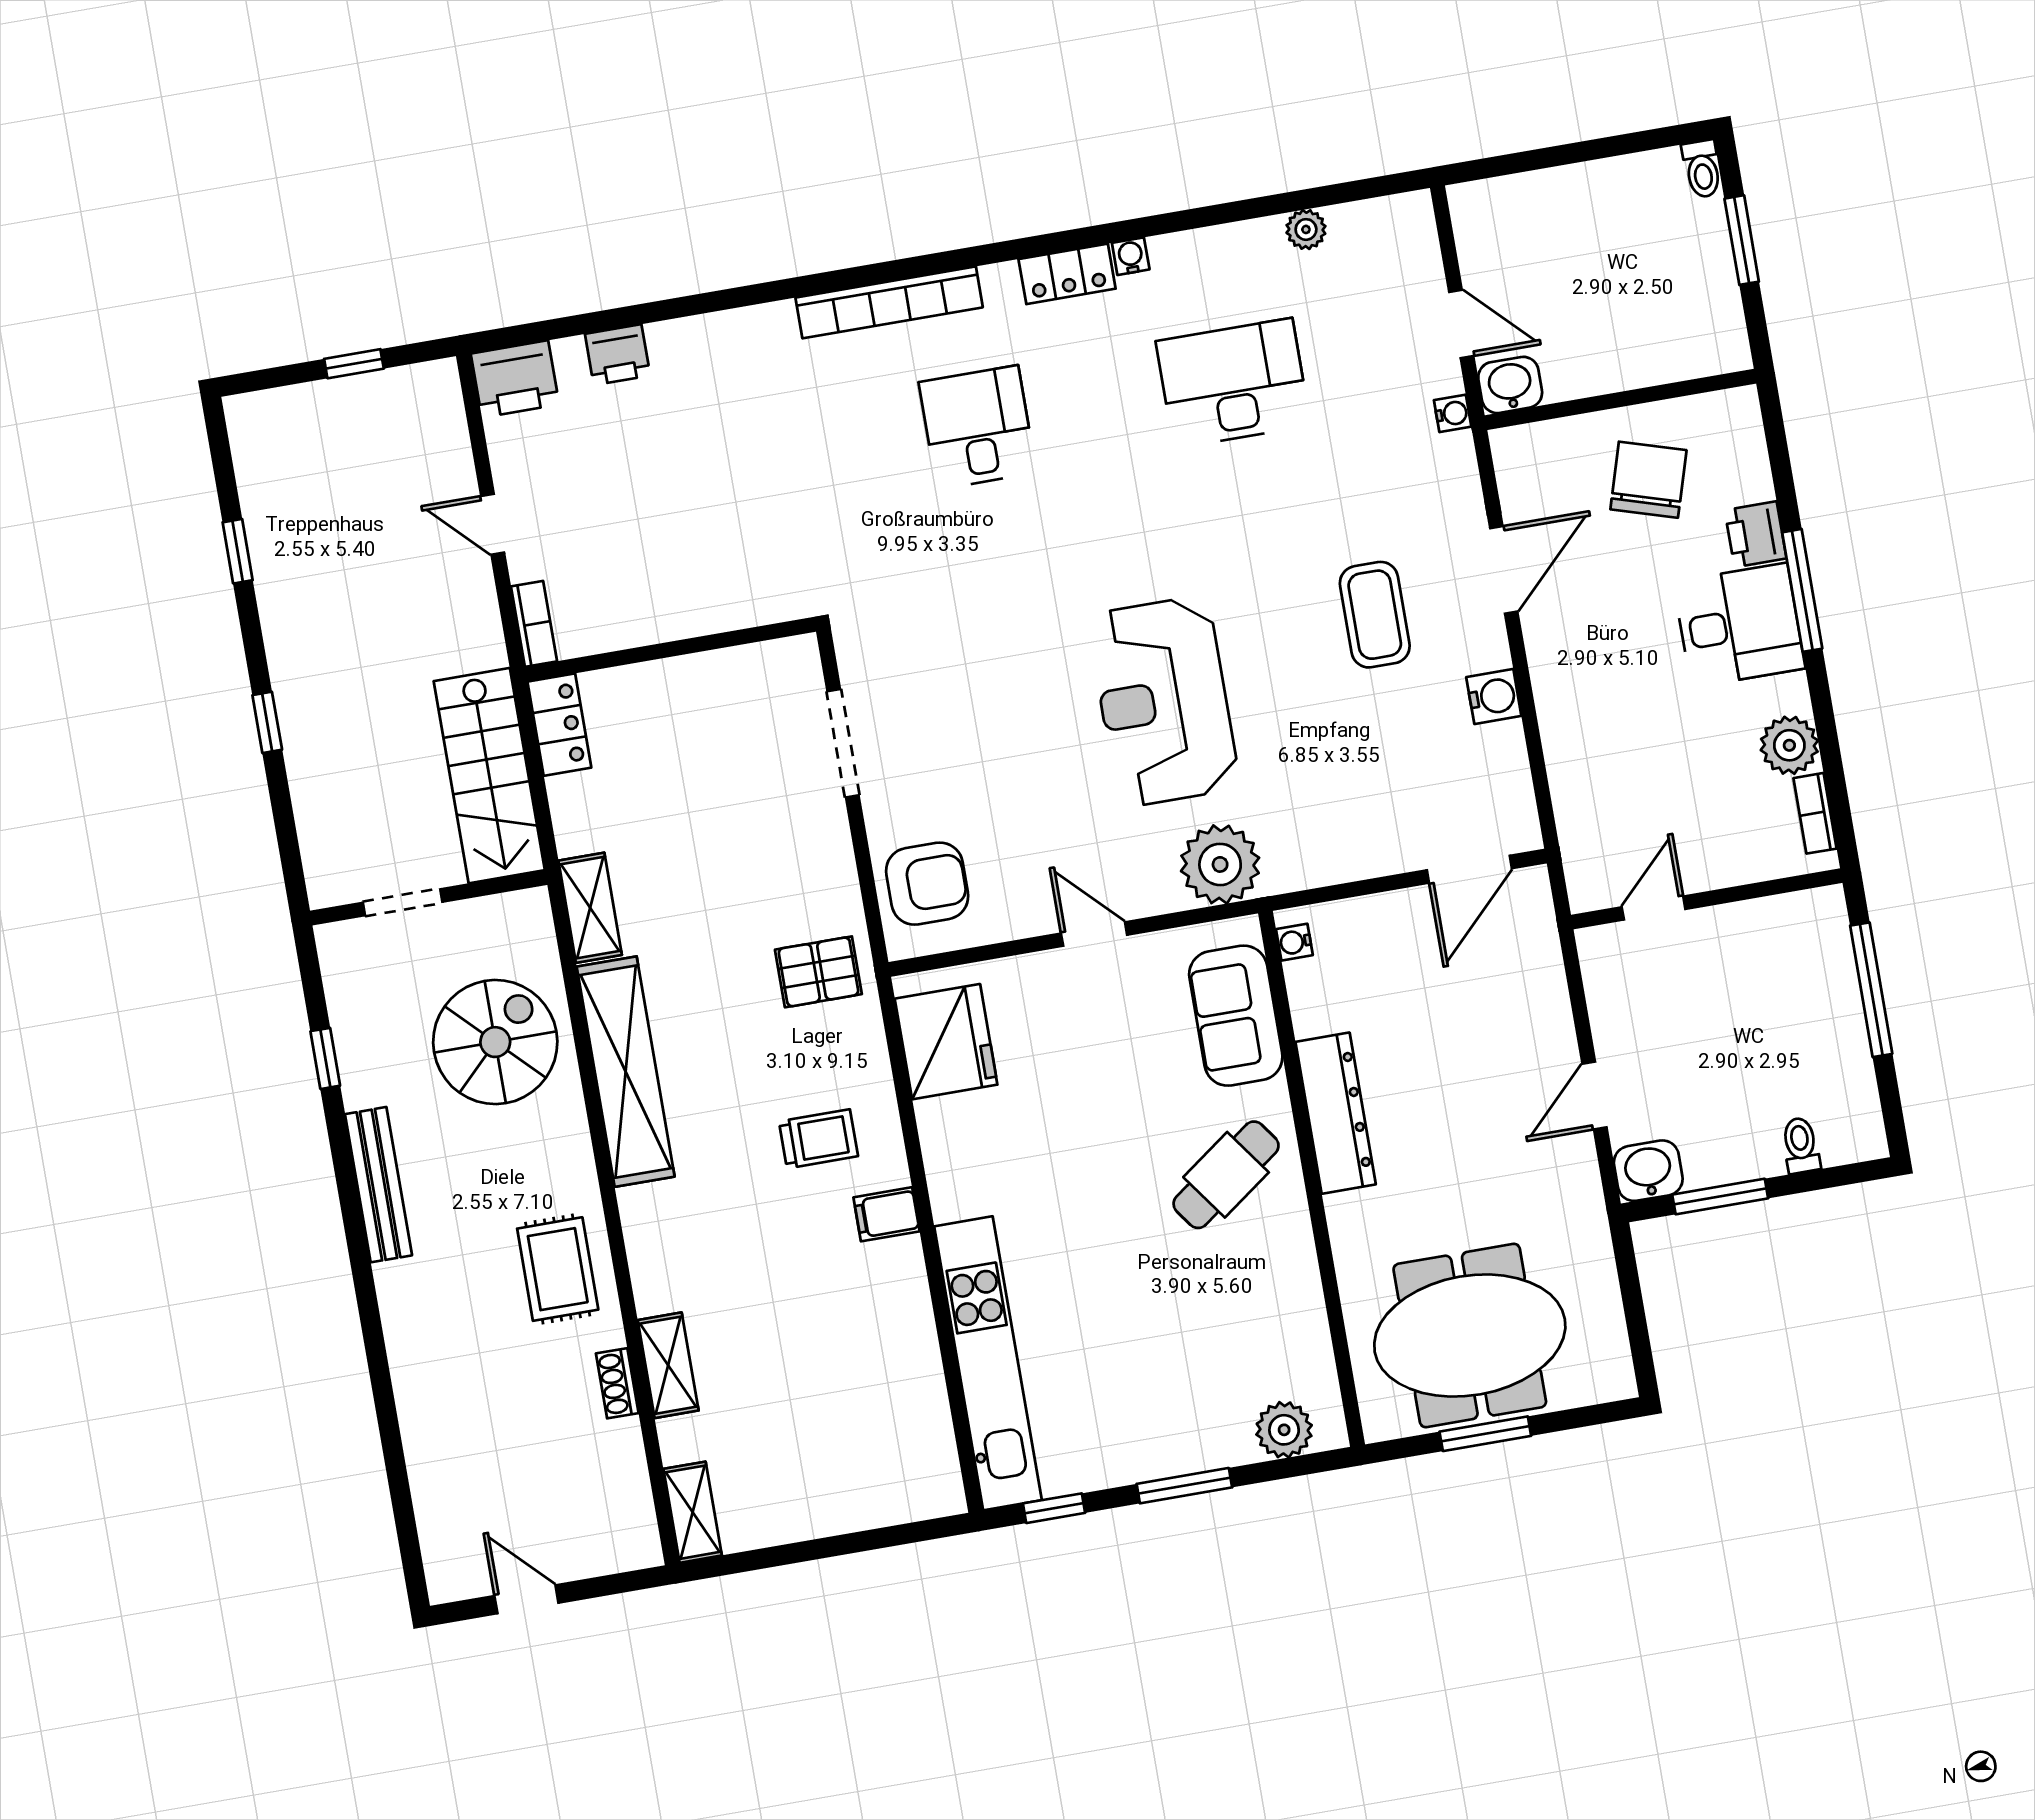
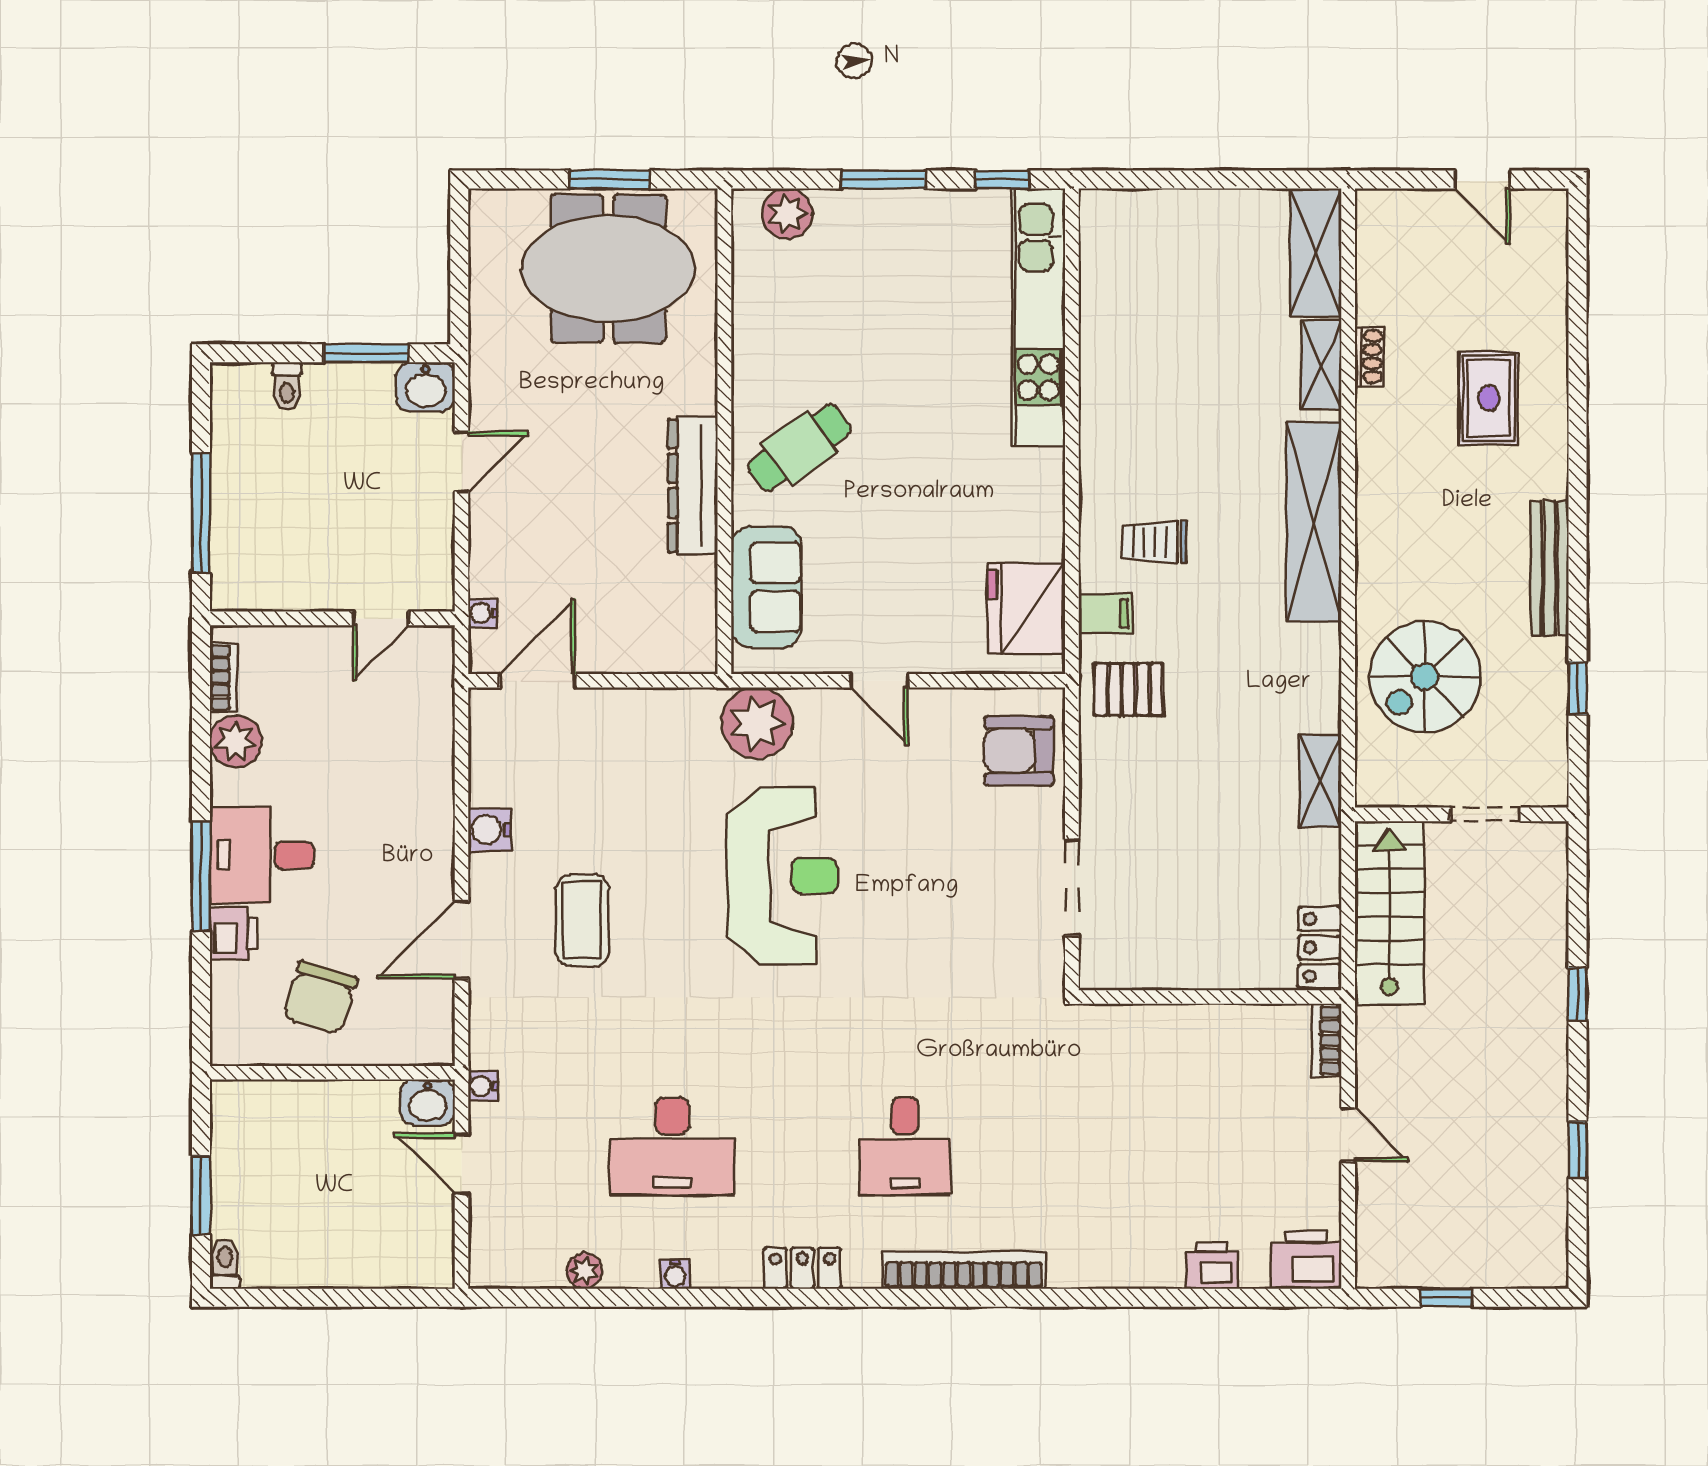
water cooler: (1131, 256) -> (675, 1274), moved
water cooler: (1294, 942) -> (483, 613), moved, turned 180
shelving: (626, 1072) -> (1314, 522), moved
filing cabinet: (887, 1214) -> (1105, 614), moved
rug: (558, 1269) -> (1489, 398), moved
shelving: (693, 1512) -> (1316, 252), width x1.50, depth x1.33

